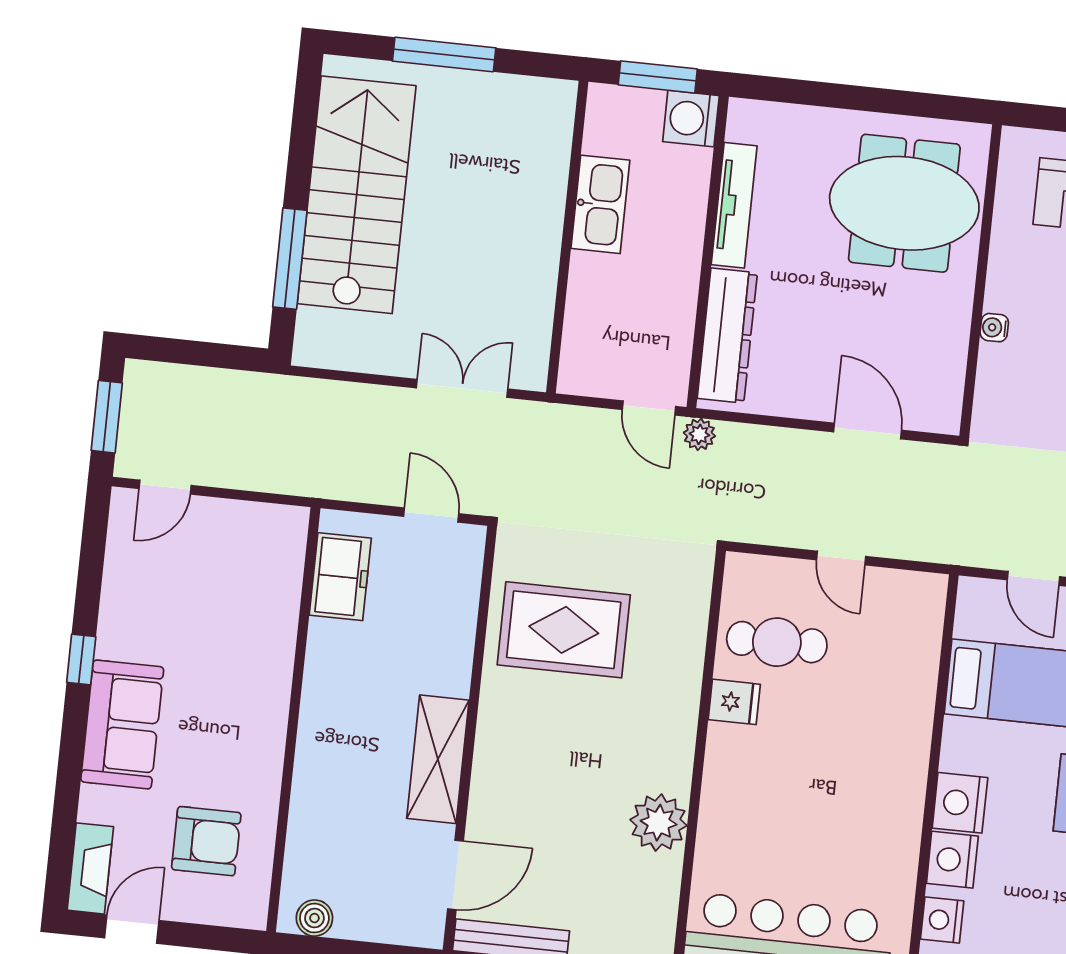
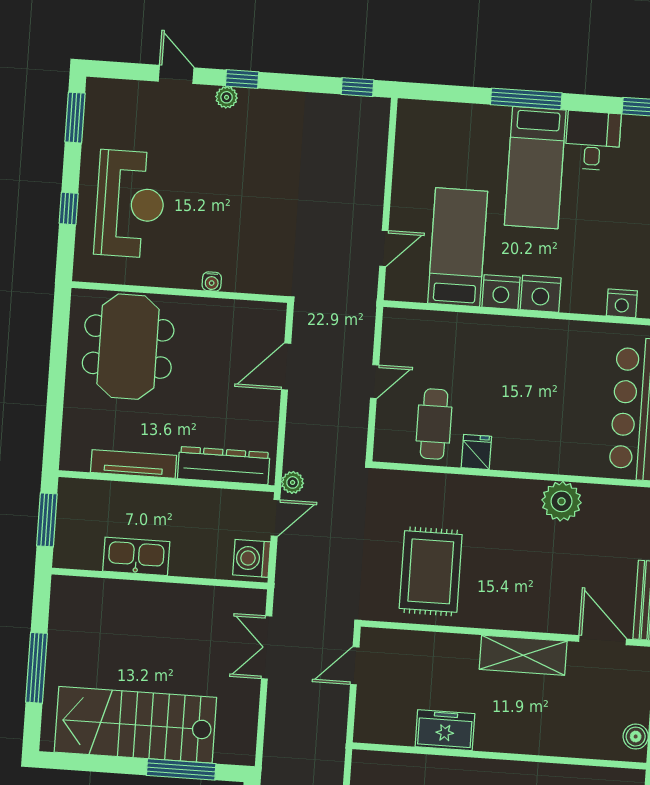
washing machine: (691, 119) -> (252, 558), moved, turned 90
freezer: (340, 577) -> (445, 730), moved
nightstand: (952, 860) -> (501, 292), moved

